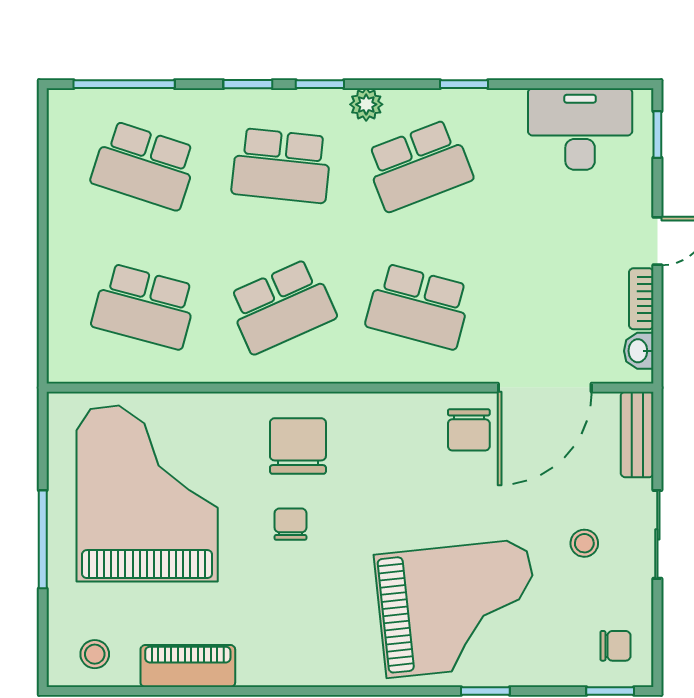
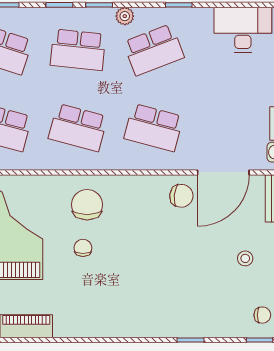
school desk: (282, 306) -> (78, 128), turned 39
chair: (469, 430) -> (181, 196), turned -84
grand piano: (458, 608) -> (175, 294), removed

